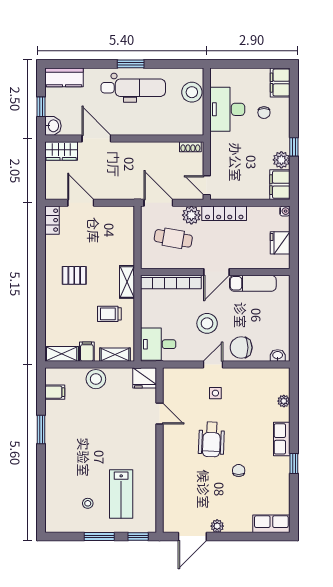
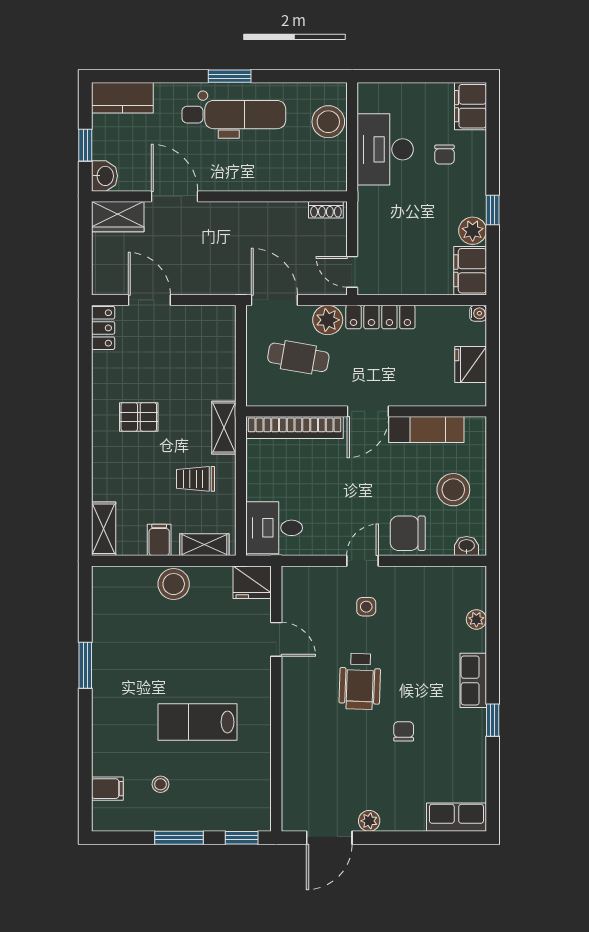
stool: (207, 323) -> (453, 490), moved
shelving: (62, 354) -> (104, 529), moved, turned 90
filing cabinet: (55, 392) -> (107, 789), moved
lab bench: (121, 494) -> (198, 722), moved, turned 90

